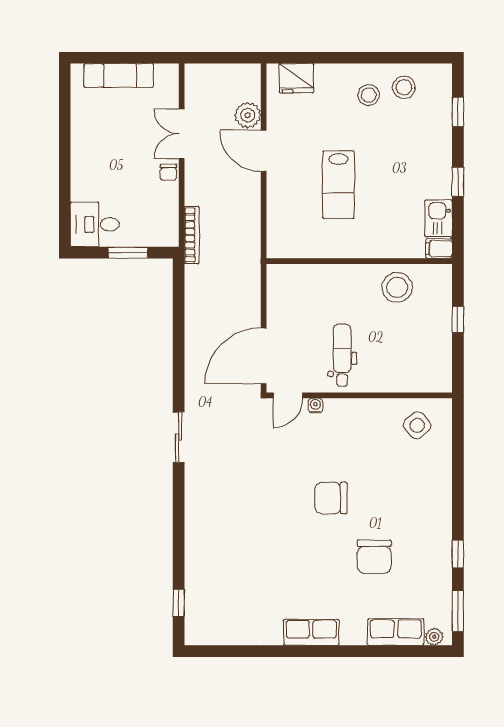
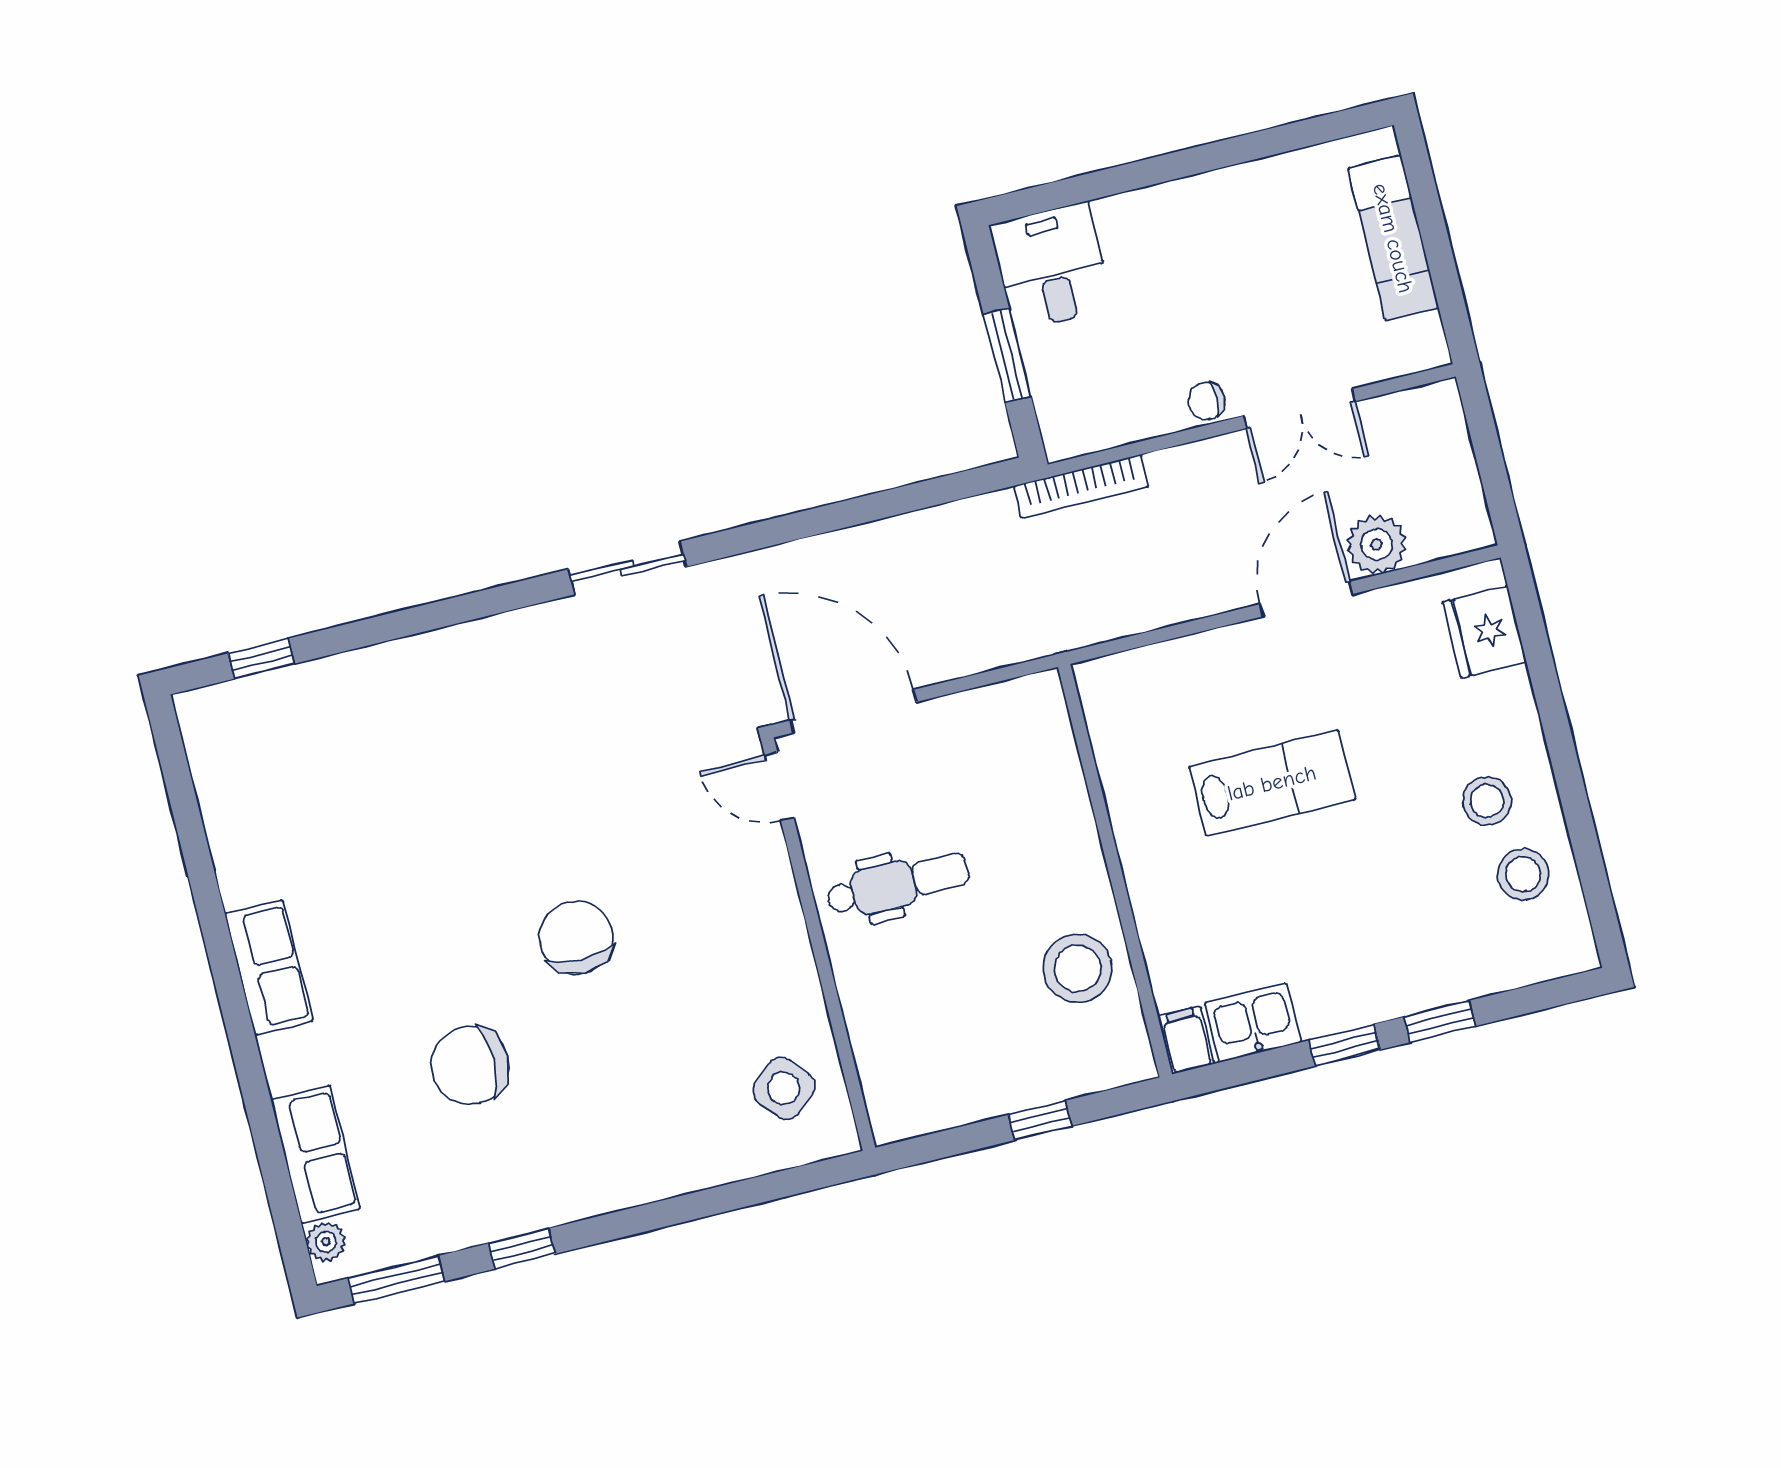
window: (458, 112) -> (1440, 1021), moved
double door: (182, 134) -> (1299, 409), swing flipped
lab bench: (338, 185) -> (1272, 783), turned 180
water cooler: (315, 406) -> (772, 853), removed

